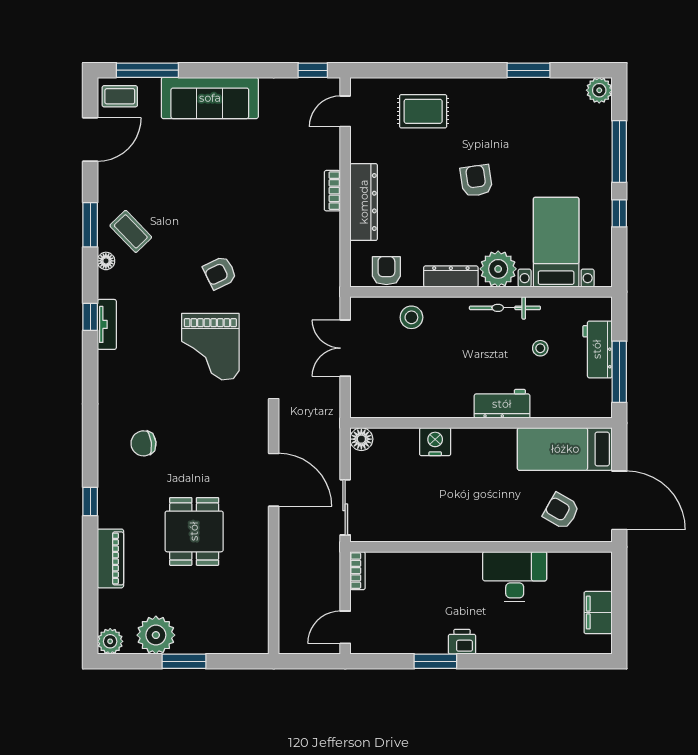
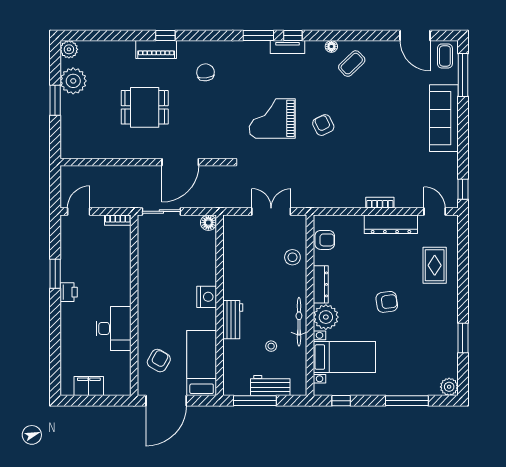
dresser: (364, 202) -> (391, 224), moved
window: (619, 213) -> (341, 401), moved
window: (90, 225) -> (258, 36), moved
nightstand: (435, 442) -> (207, 297), moved
piano: (110, 558) -> (156, 50), moved
door: (345, 627) -> (79, 211), hinge flipped

